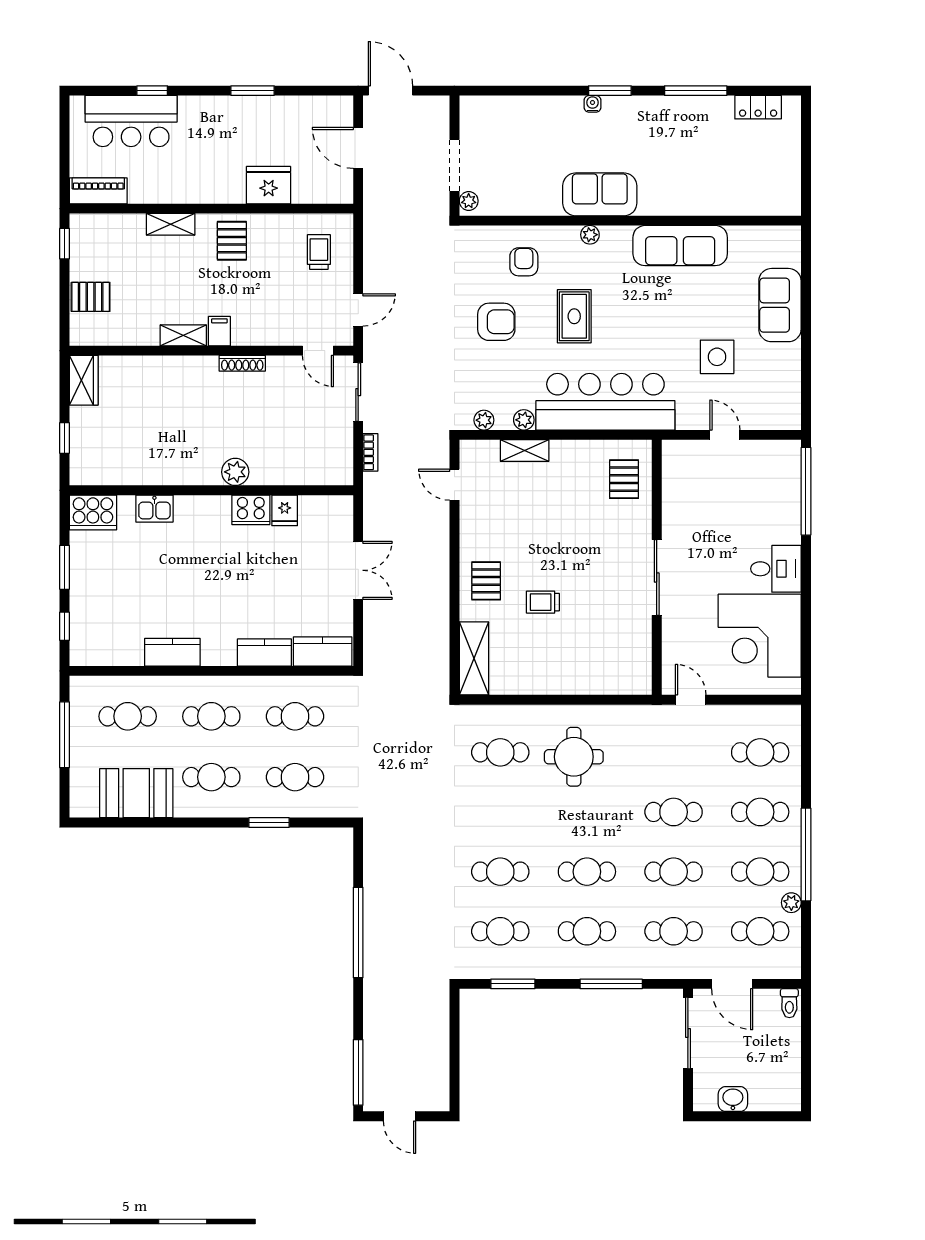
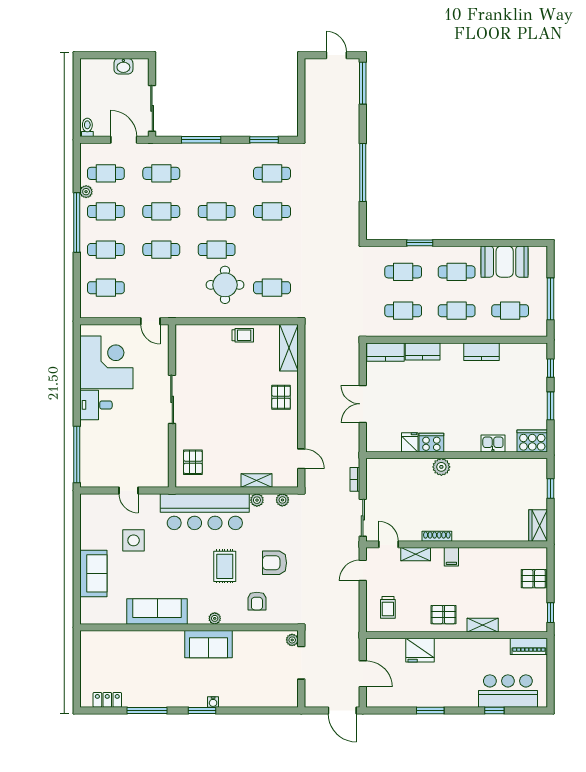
pallet: (232, 241) -> (444, 615), turned 90
shelving: (183, 335) -> (416, 554), moved
trolley: (543, 602) -> (243, 335), moved
cafe table: (587, 931) -> (217, 250), moved

